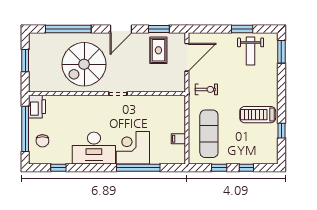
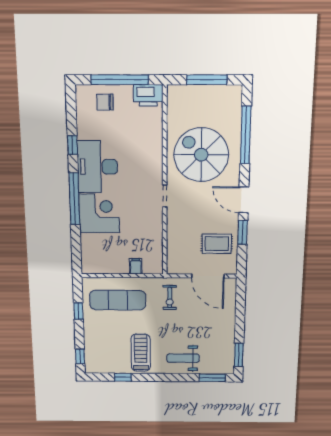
window: (159, 29) -> (243, 232), moved
window: (242, 29) -> (239, 355), moved
weight bench: (251, 51) -> (183, 358), moved
window: (25, 61) -> (207, 80), width x1.44
filing cabinet: (178, 139) -> (136, 266), moved
window: (58, 168) -> (72, 145), moved
window: (138, 168) -> (74, 199), moved
window: (246, 168) -> (80, 356), moved

